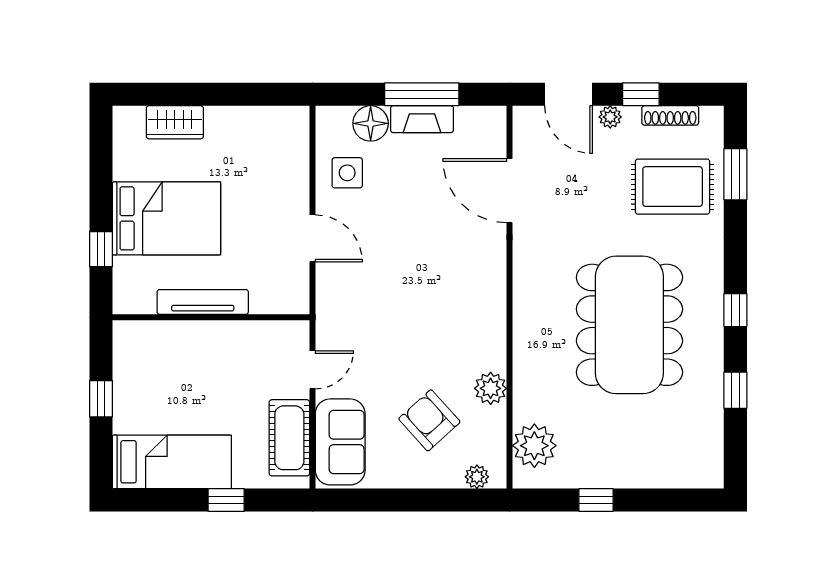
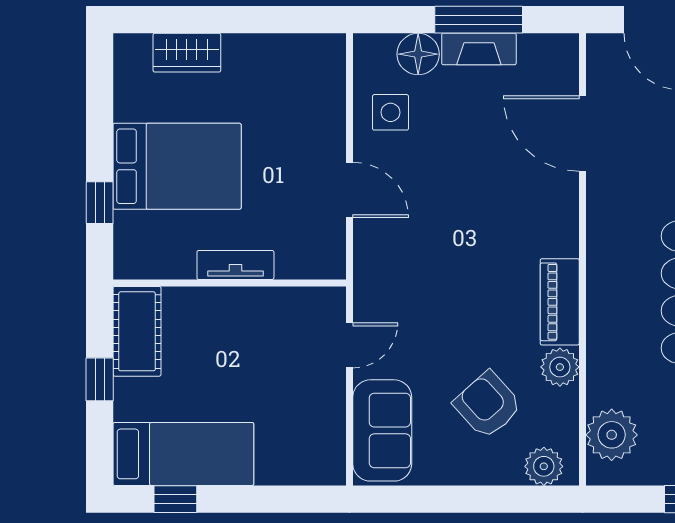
tv unit: (203, 302) -> (235, 265), width x0.71
piano: (490, 333) -> (560, 302), added
cot: (289, 438) -> (137, 331), moved
plant: (477, 477) -> (544, 466), width x1.38, depth x1.38
window: (226, 500) -> (175, 499), moved

